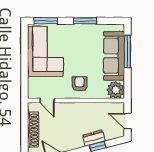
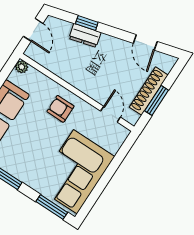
armchair: (79, 84) -> (60, 109), turned 90
plant: (116, 90) -> (22, 67), width x0.53, depth x0.53
window: (24, 127) -> (157, 100), added

